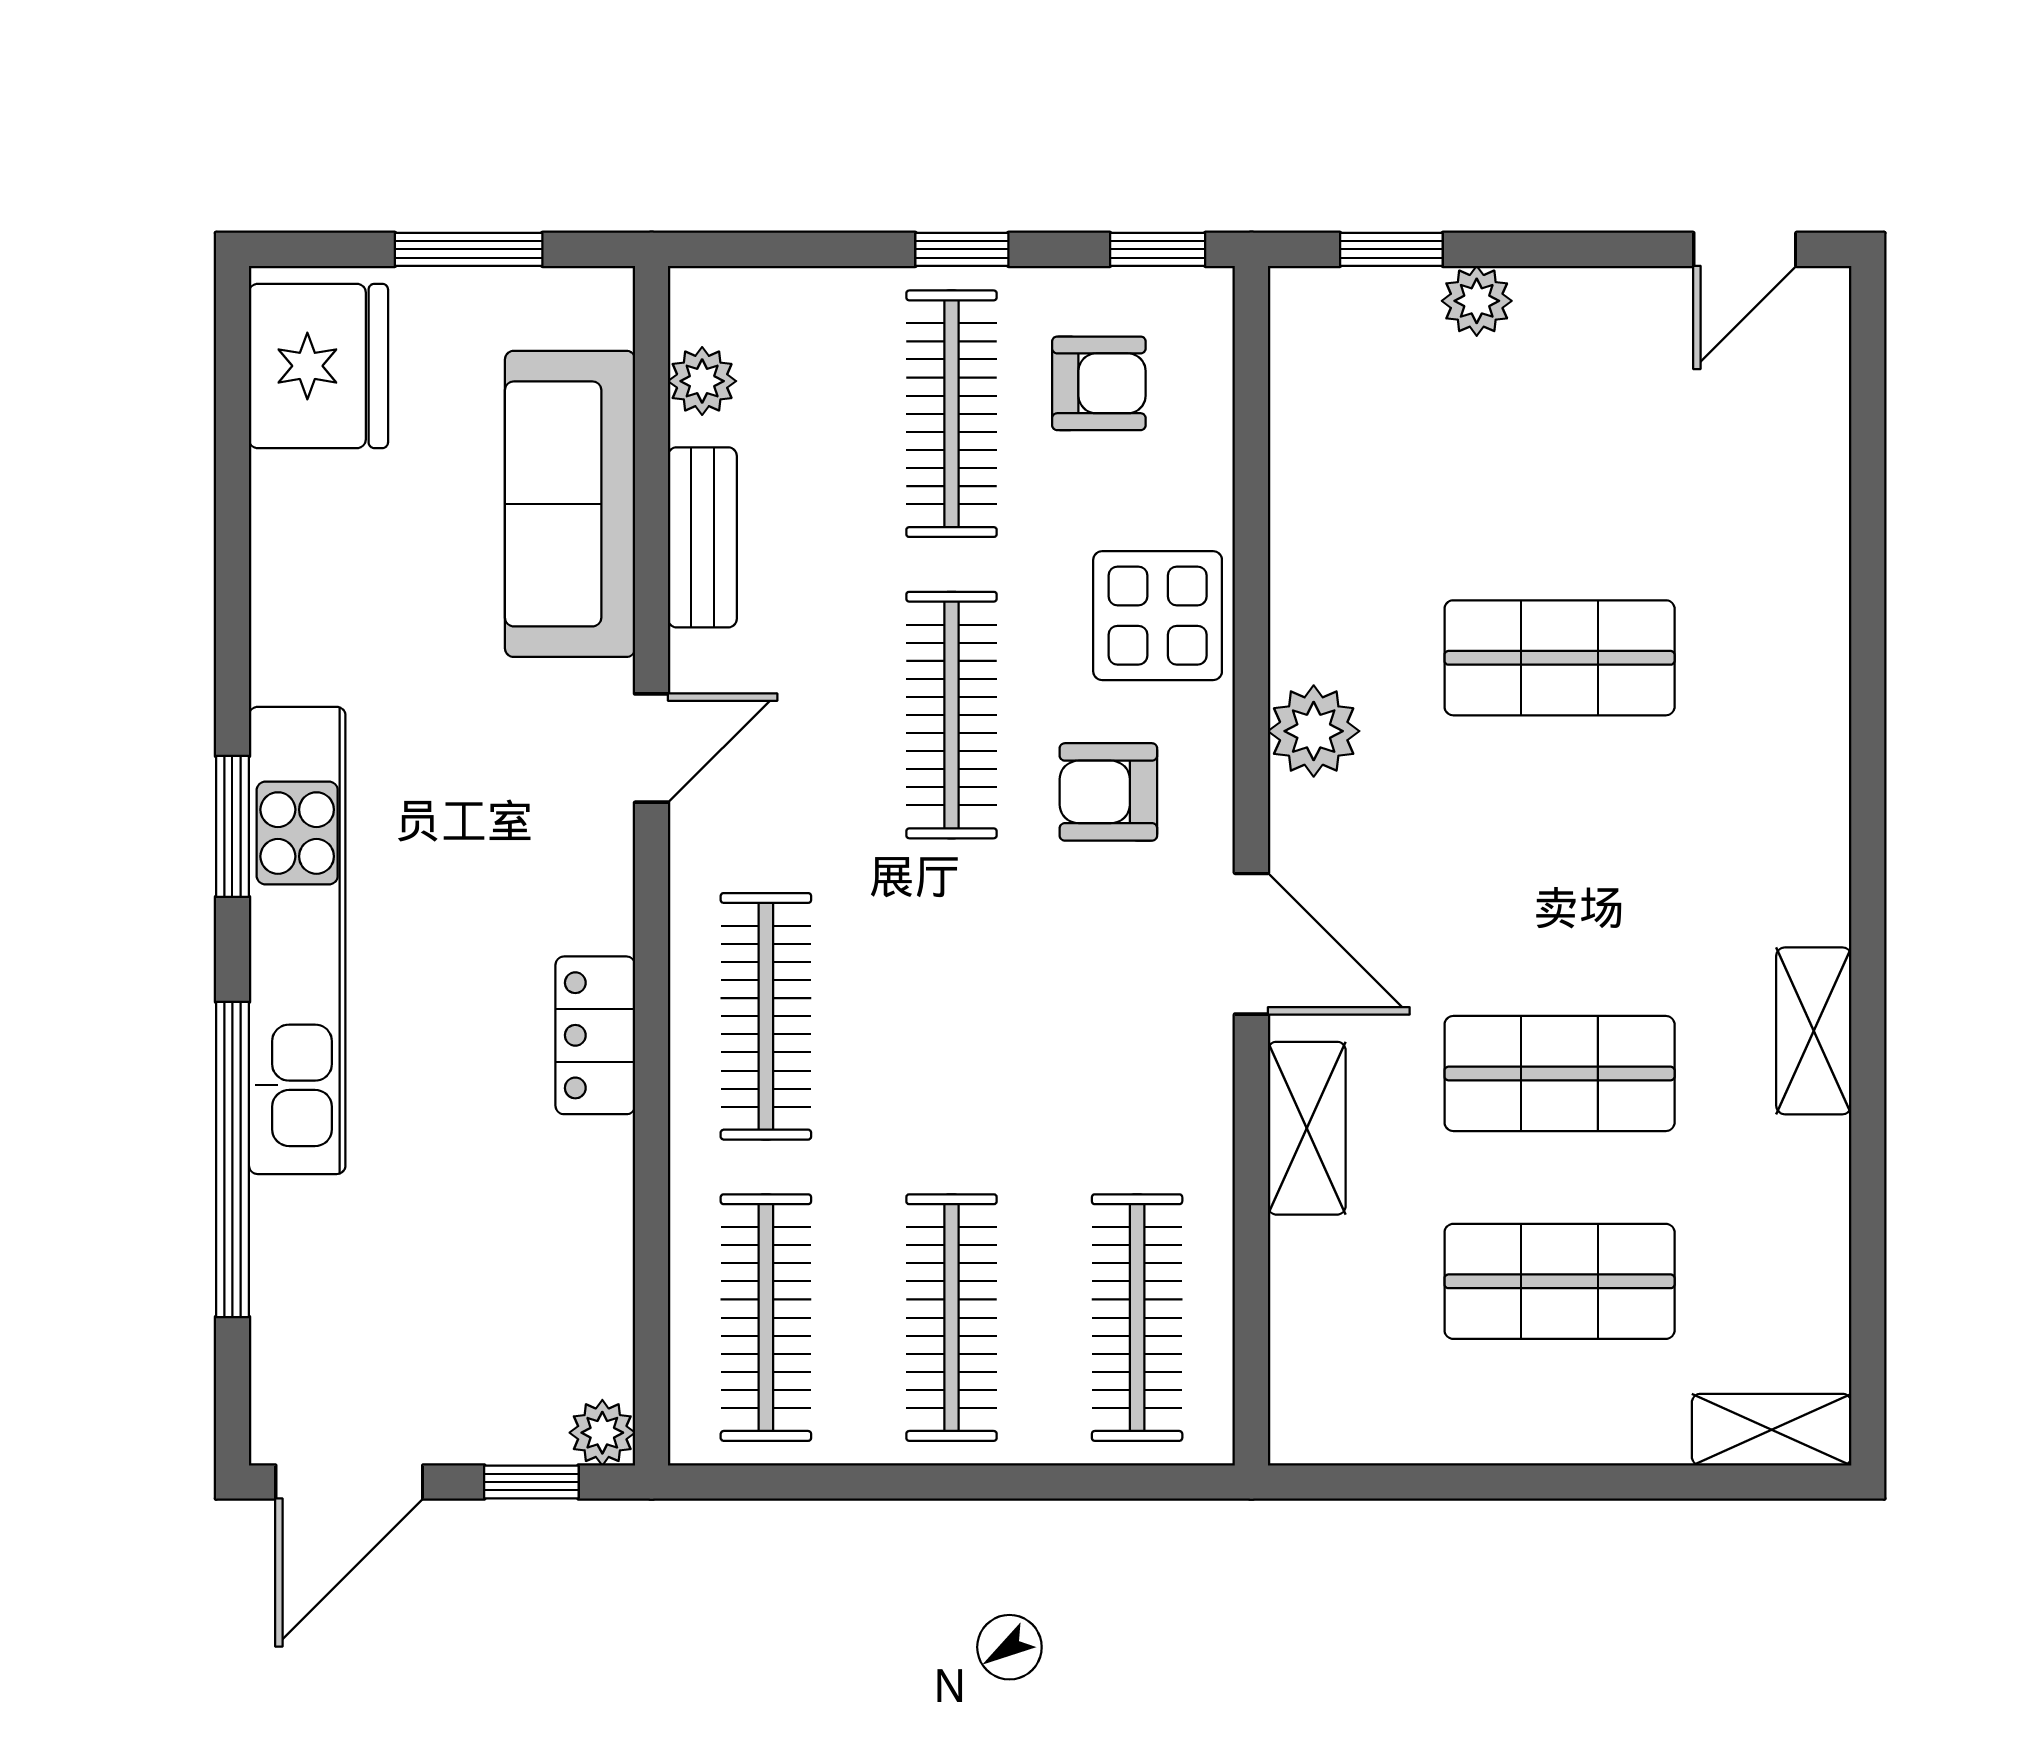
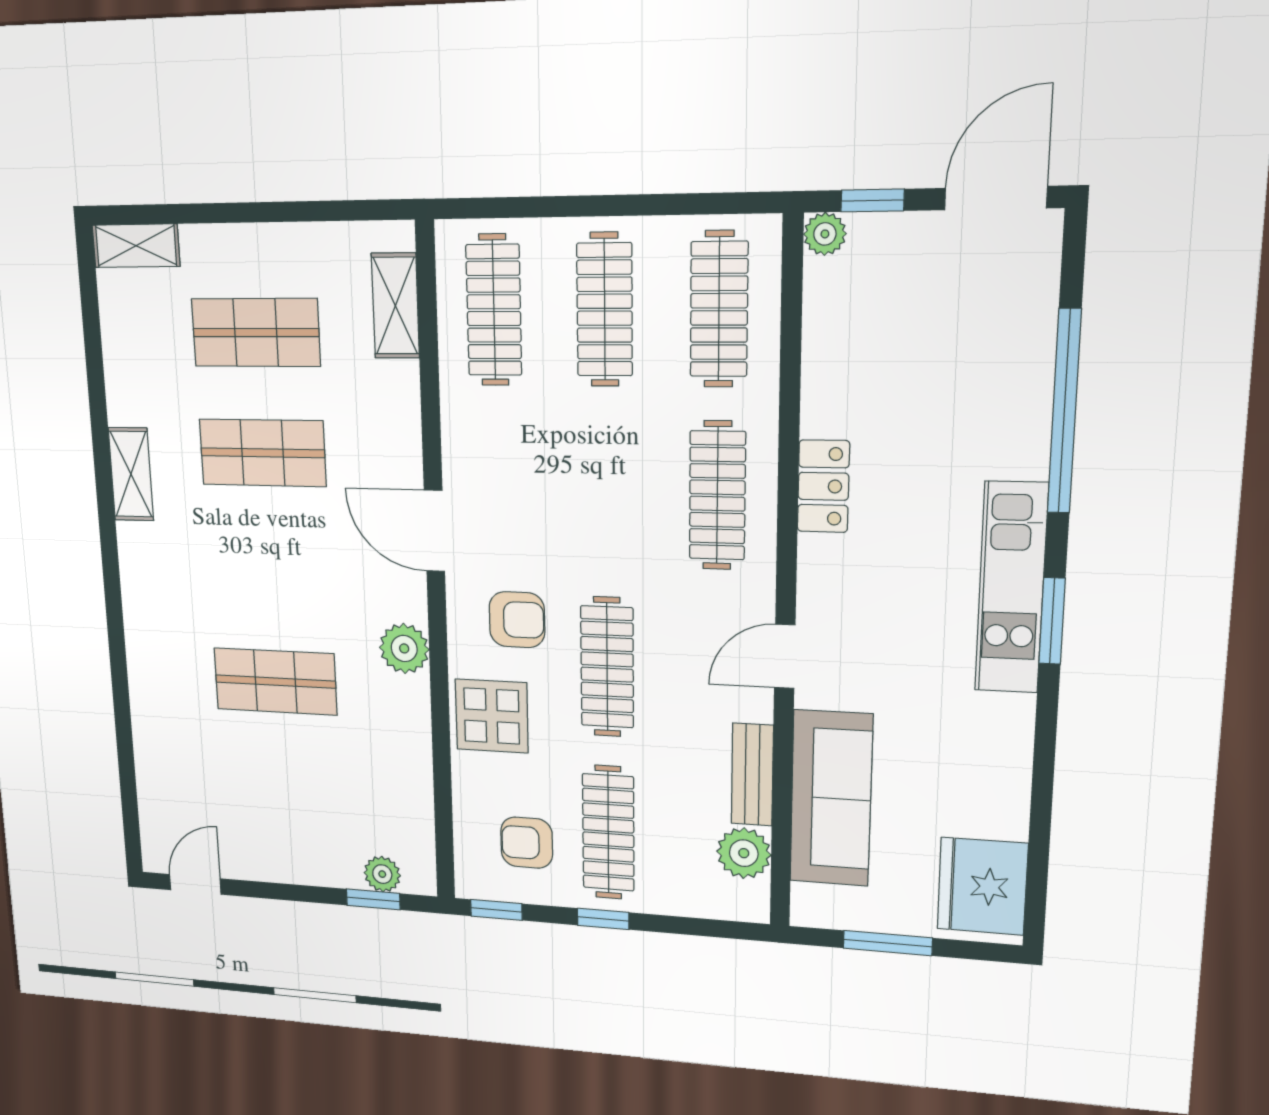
plant: (1477, 301) -> (382, 874), moved
plant: (702, 381) -> (744, 853), width x1.38, depth x1.38
kitchen unit: (297, 940) -> (1011, 588), width x0.73
shelving: (1307, 1128) -> (395, 306), moved

